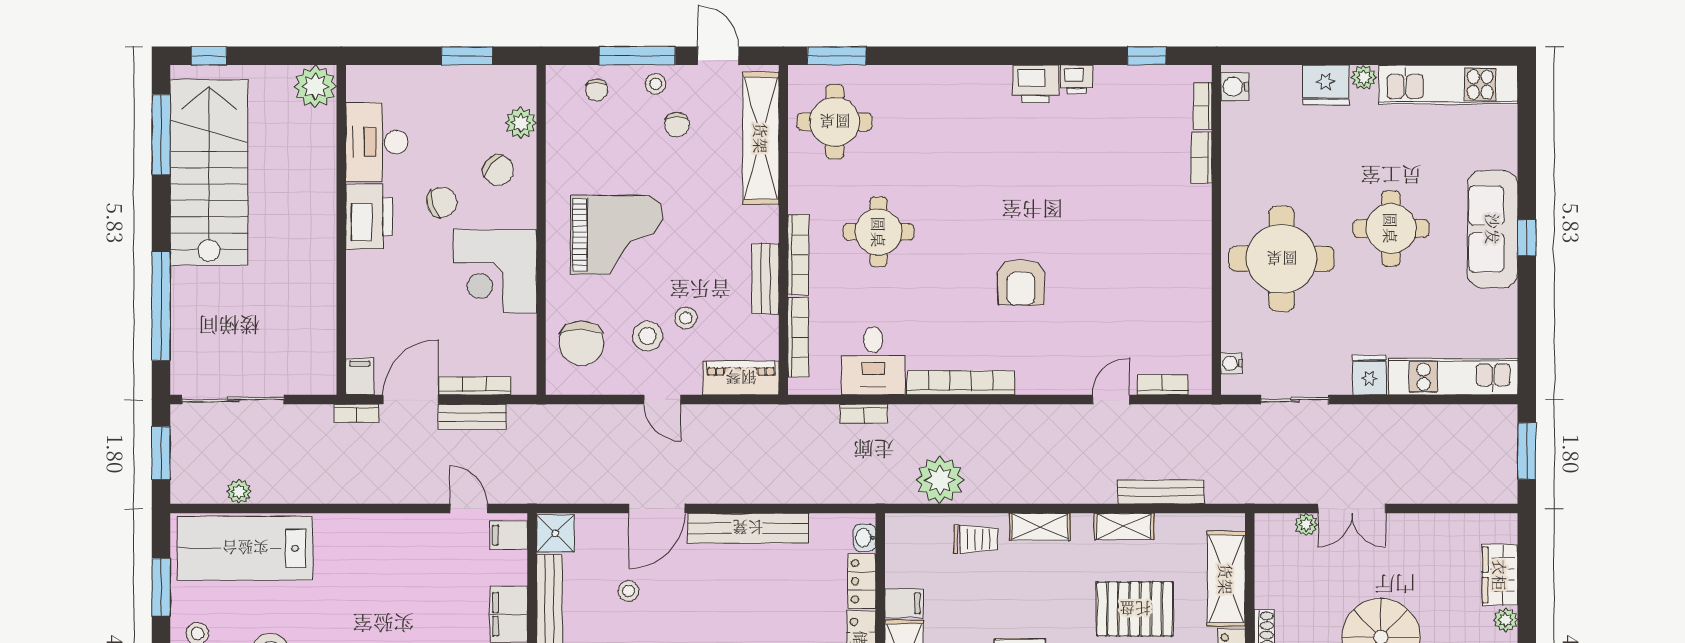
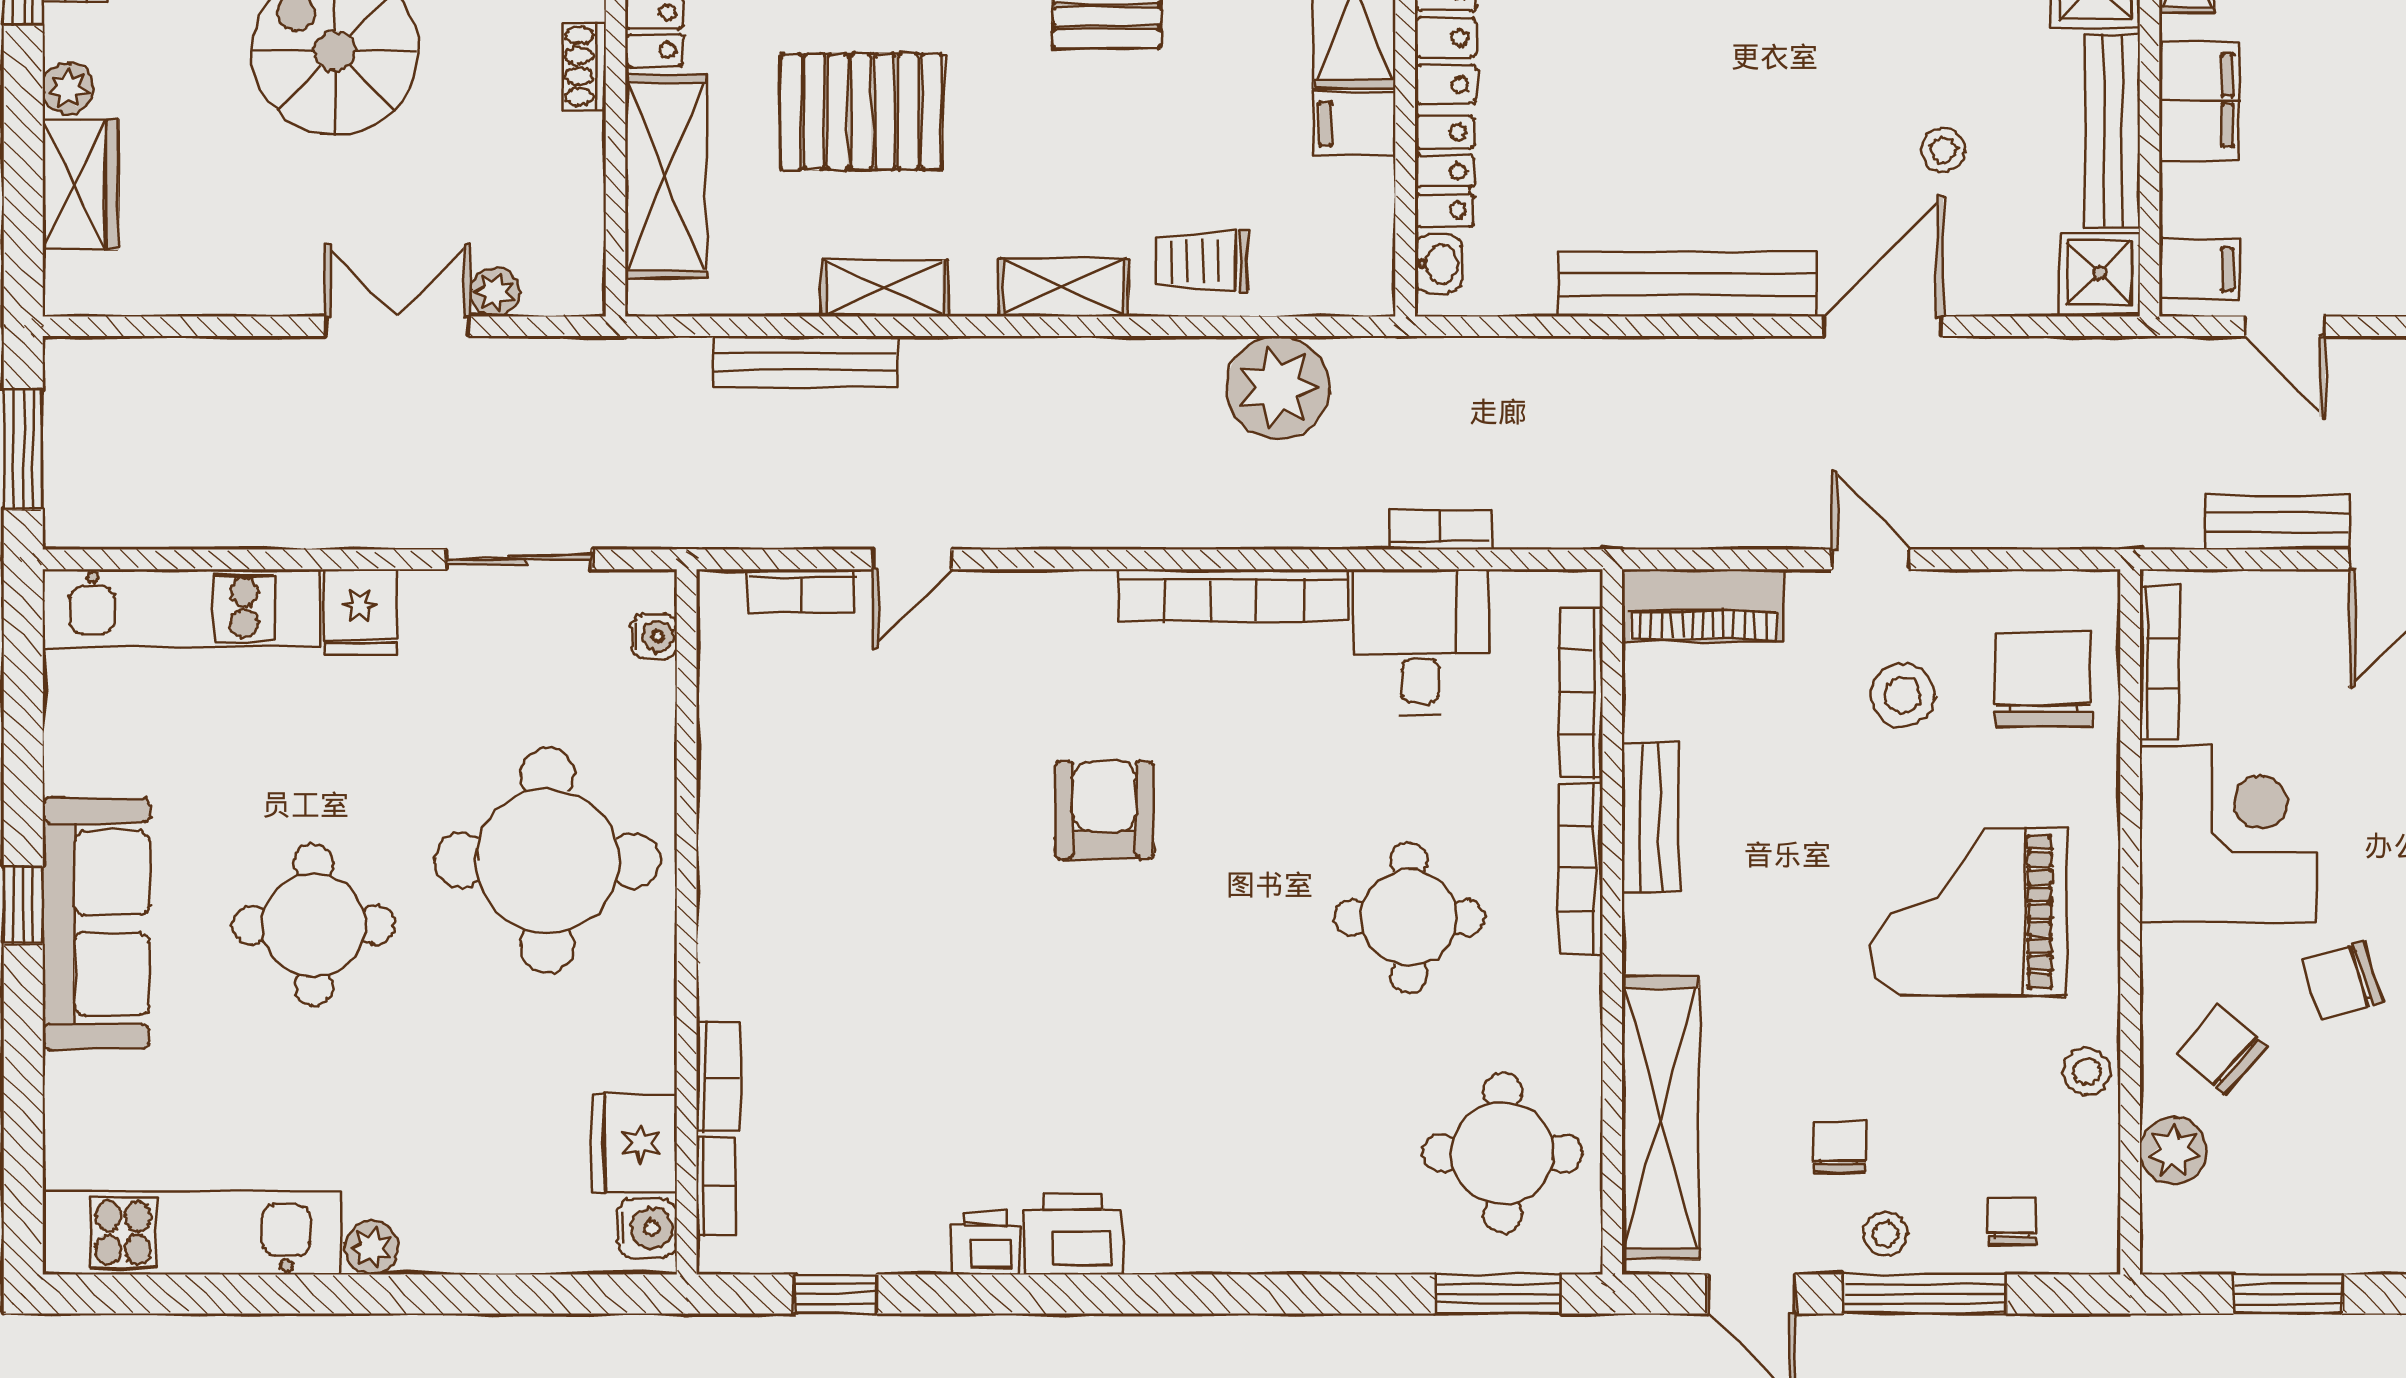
fridge: (1326, 85) -> (634, 1144), moved, turned -90
stool: (686, 318) -> (2087, 1071), moved
bookcase: (475, 386) -> (2159, 663), moved, turned -90

